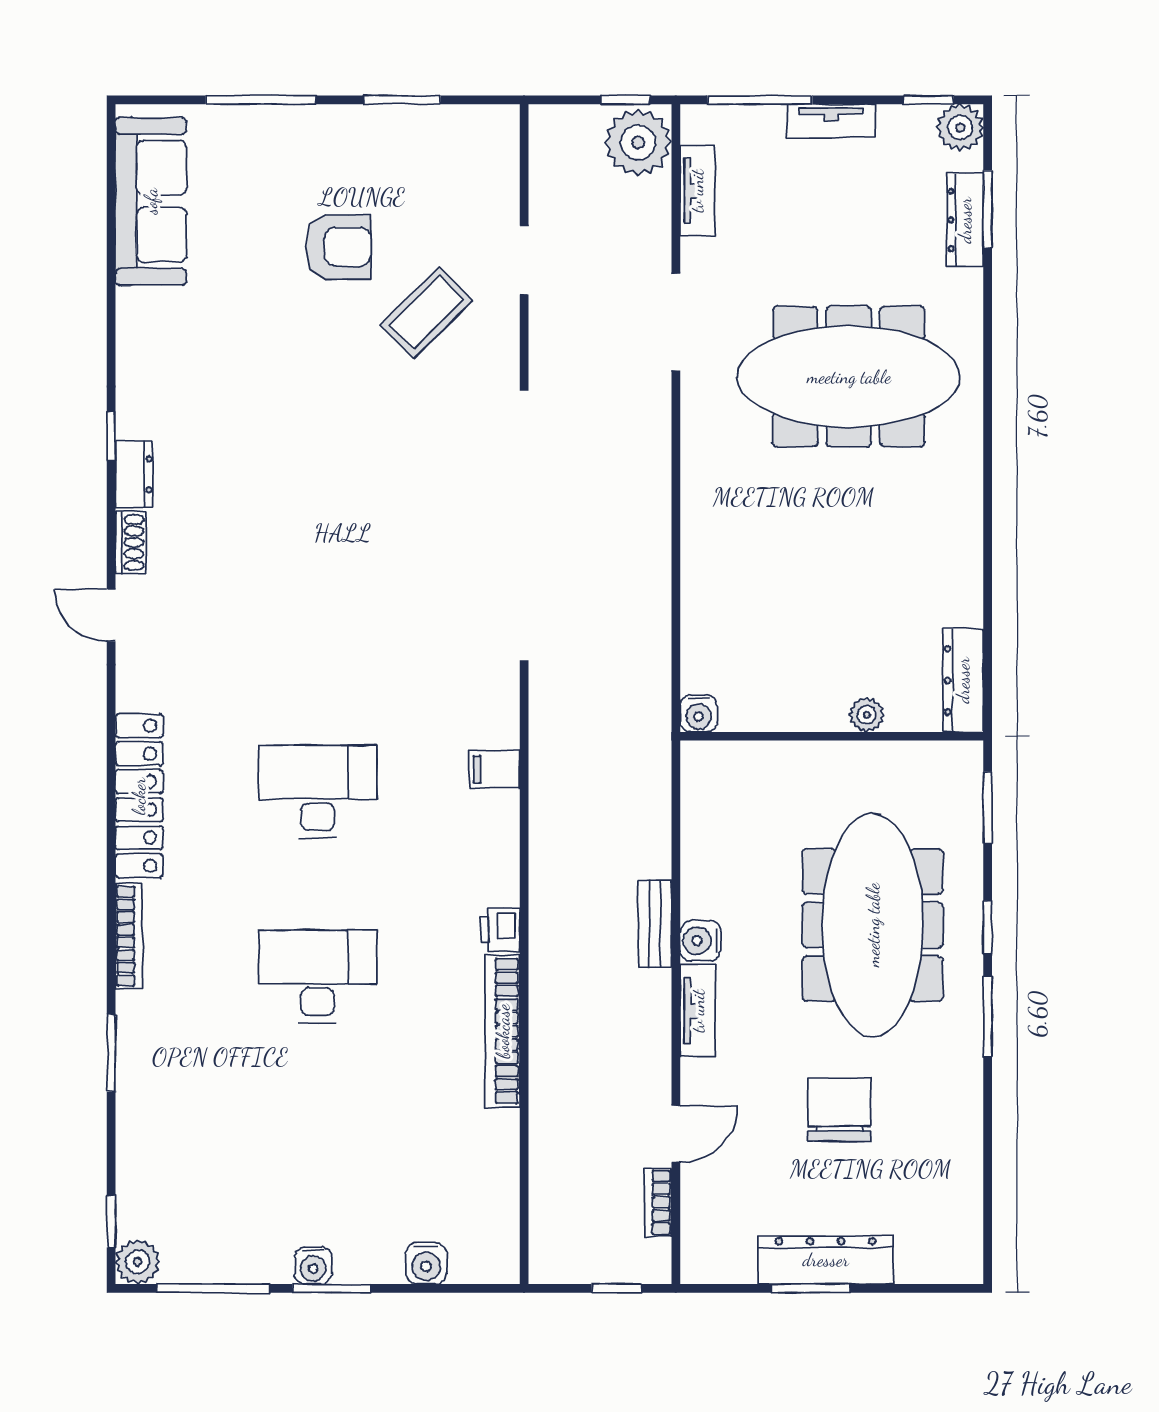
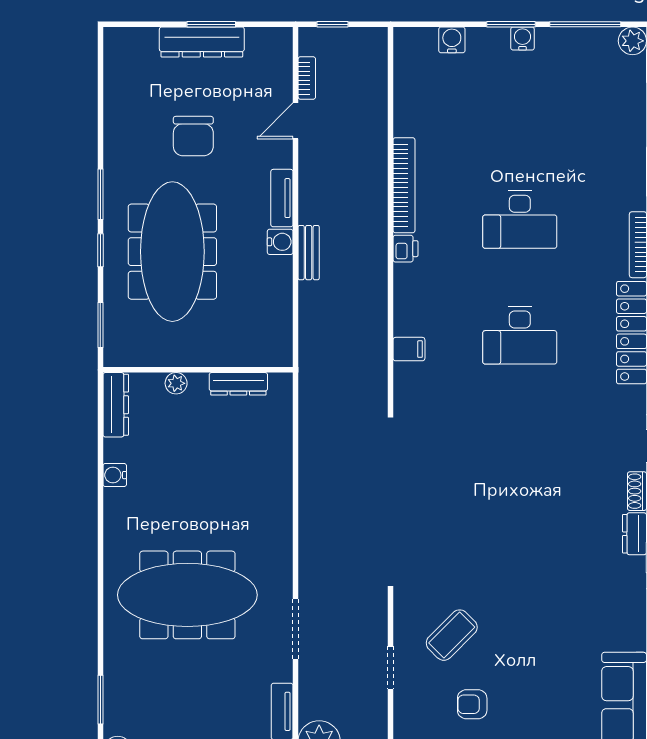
dresser: (965, 220) -> (238, 384), moved, turned 90
armchair: (338, 247) -> (472, 704), moved, width x0.72, depth x0.72
water cooler: (699, 713) -> (115, 475), moved, turned -90

